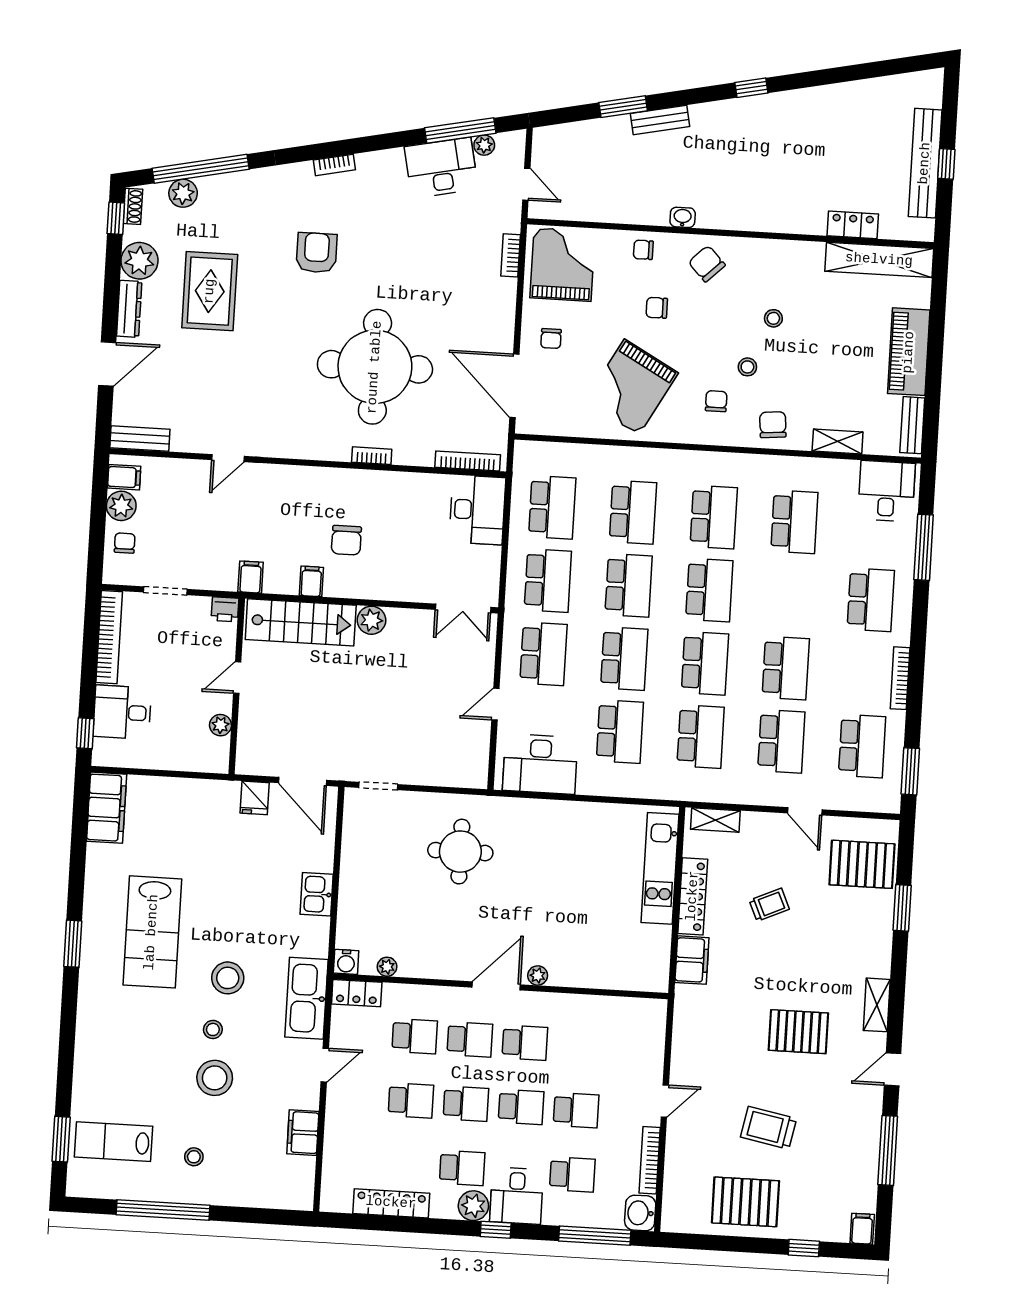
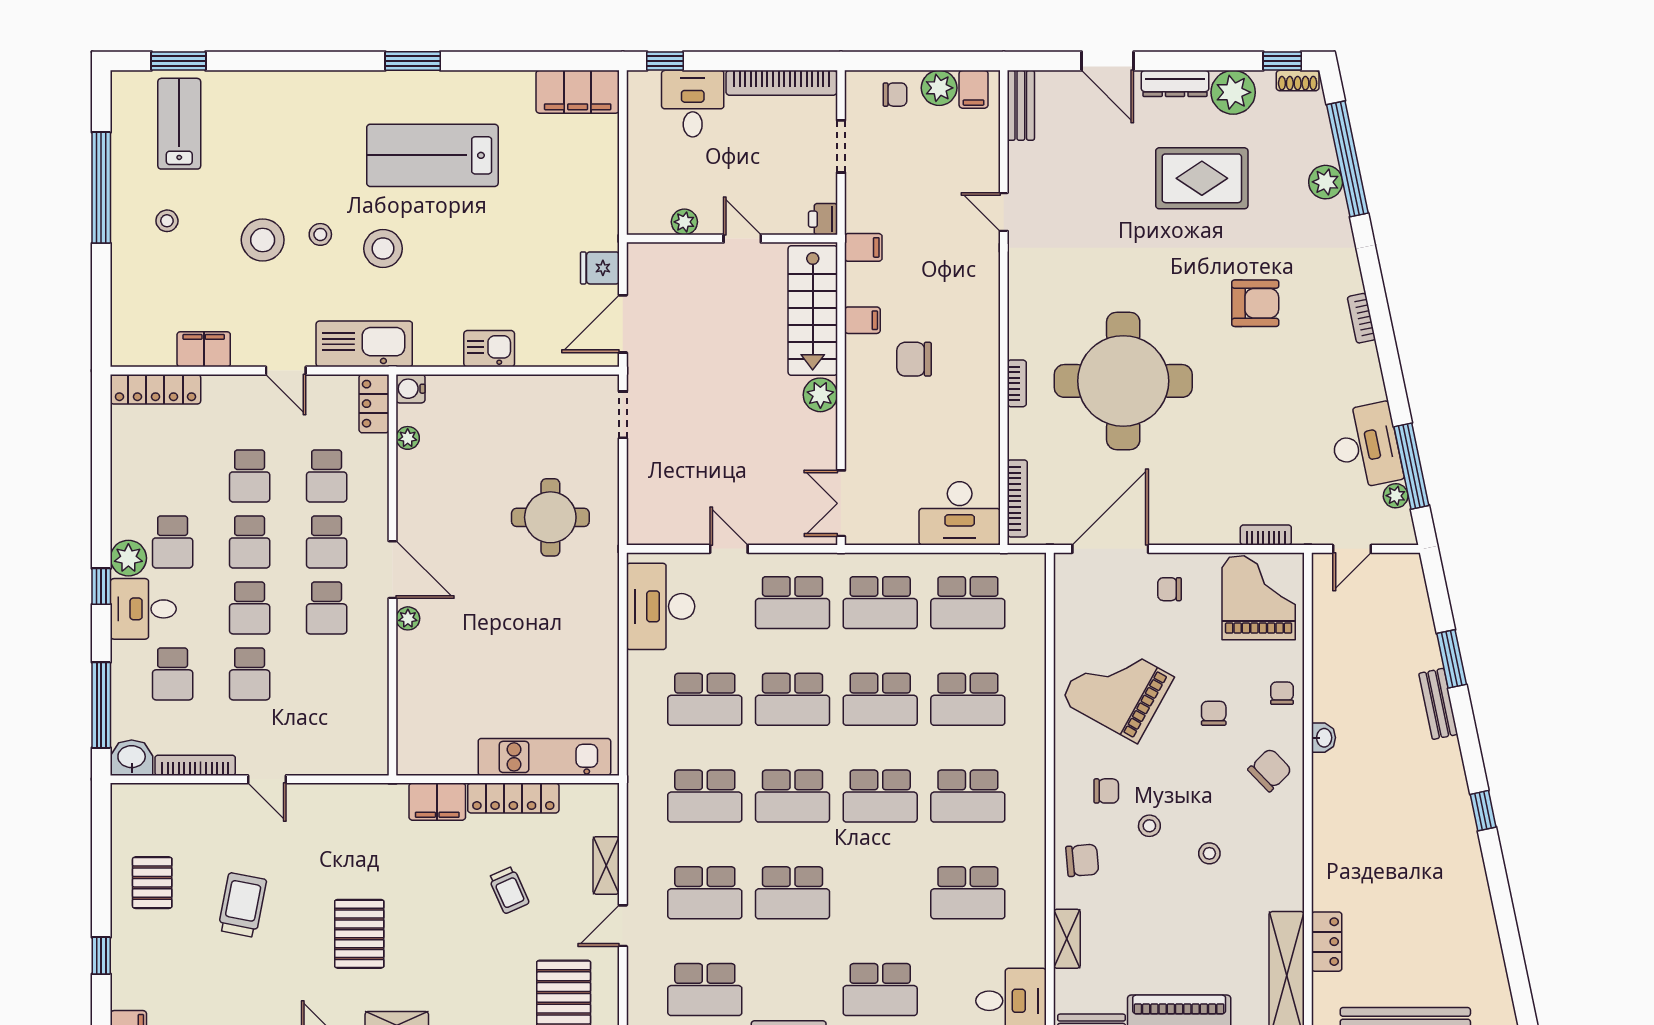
plant: (183, 193) -> (1326, 182), moved
grand piano: (562, 265) -> (1259, 598), turned -90
shelving: (715, 820) -> (606, 865), moved
pallet: (745, 1202) -> (152, 883), width x0.67, depth x0.71
locker: (391, 1203) -> (155, 389), moved, turned 90

